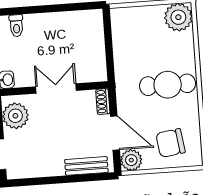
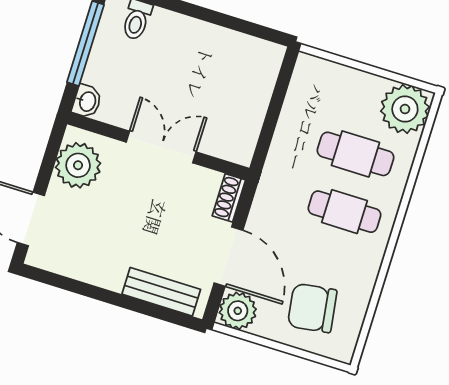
cafe table: (161, 52) -> (355, 154), added
cafe table: (168, 85) -> (344, 212), width x0.73, depth x0.74

